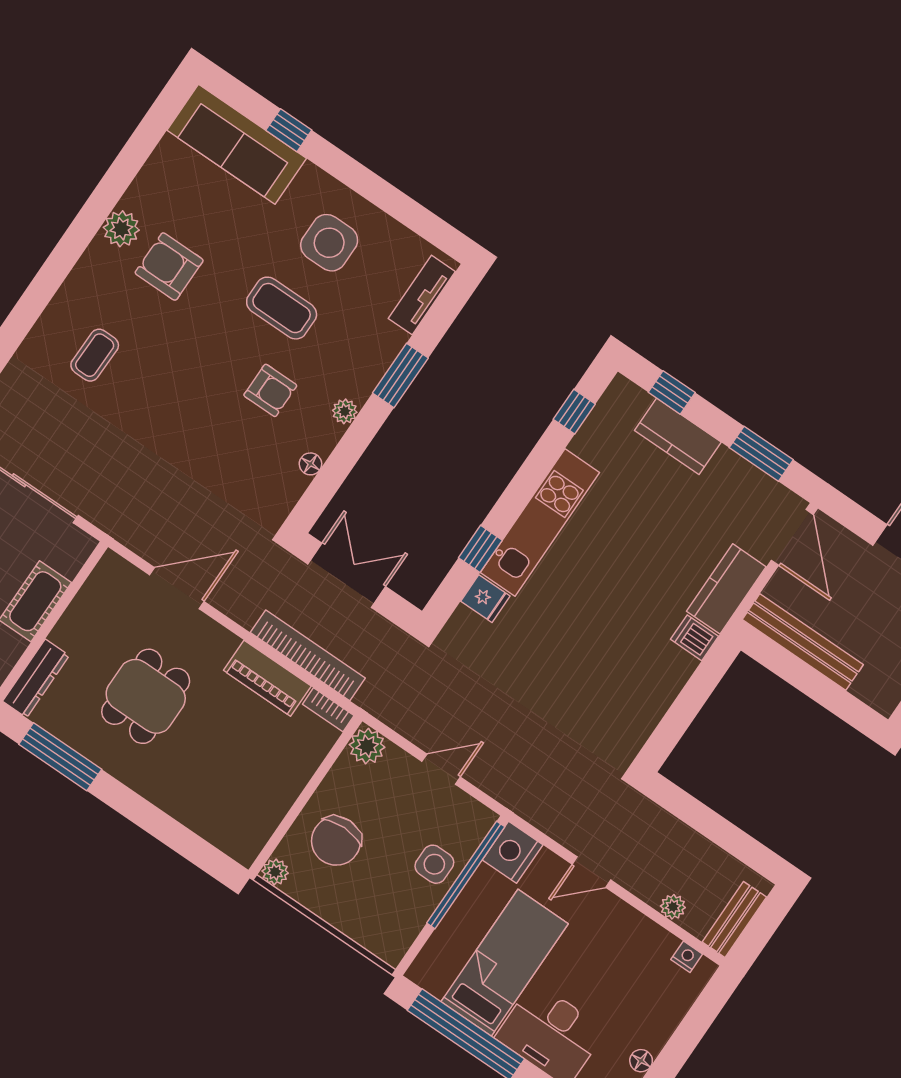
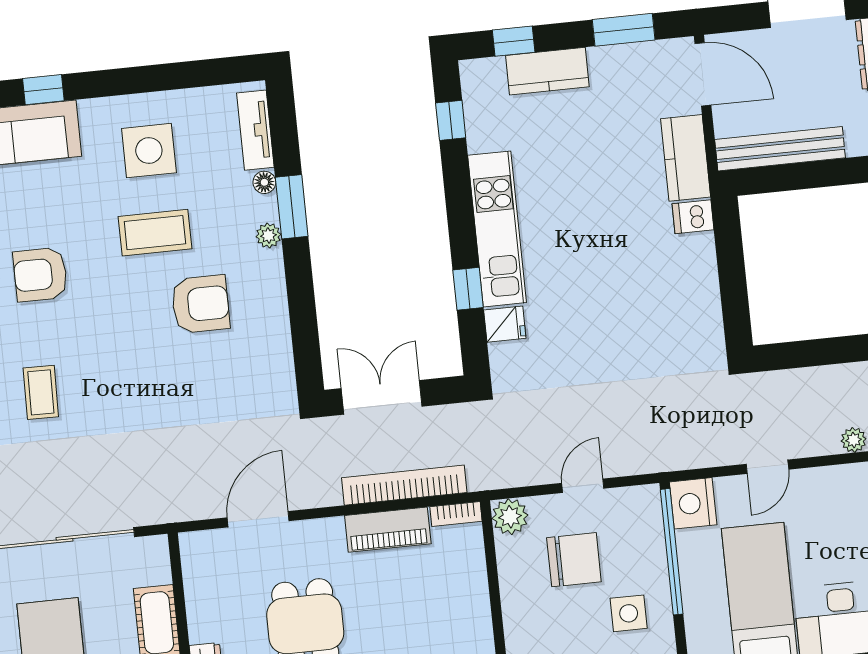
armchair: (270, 390) -> (200, 304), width x1.38, depth x1.38
plant: (345, 411) -> (268, 235), moved
floor lamp: (310, 464) -> (264, 182), moved
chair: (336, 841) -> (574, 560), moved, turned -90
side table: (434, 864) -> (629, 613), moved

